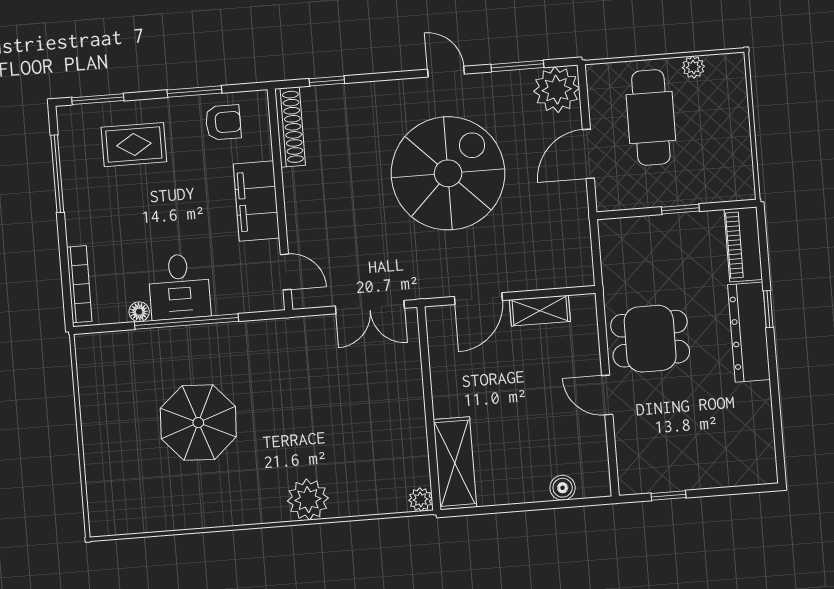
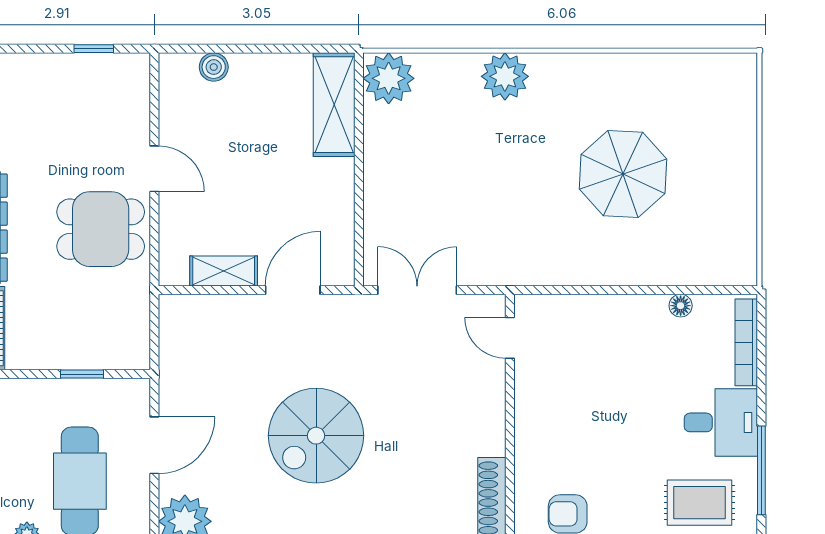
rug: (134, 145) -> (700, 503), moved
spiral stairs: (448, 173) -> (316, 436), width x0.73, depth x0.73
filing cabinet: (256, 201) -> (537, 421), removed
window: (680, 209) -> (82, 374), moved
desk: (179, 287) -> (721, 422), moved, turned 90
window: (186, 322) -> (627, 290), removed
plant: (421, 500) -> (389, 78), width x1.87, depth x1.87

